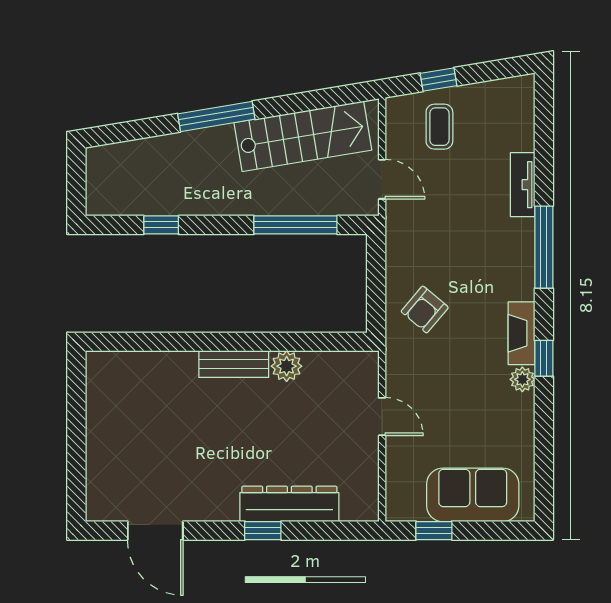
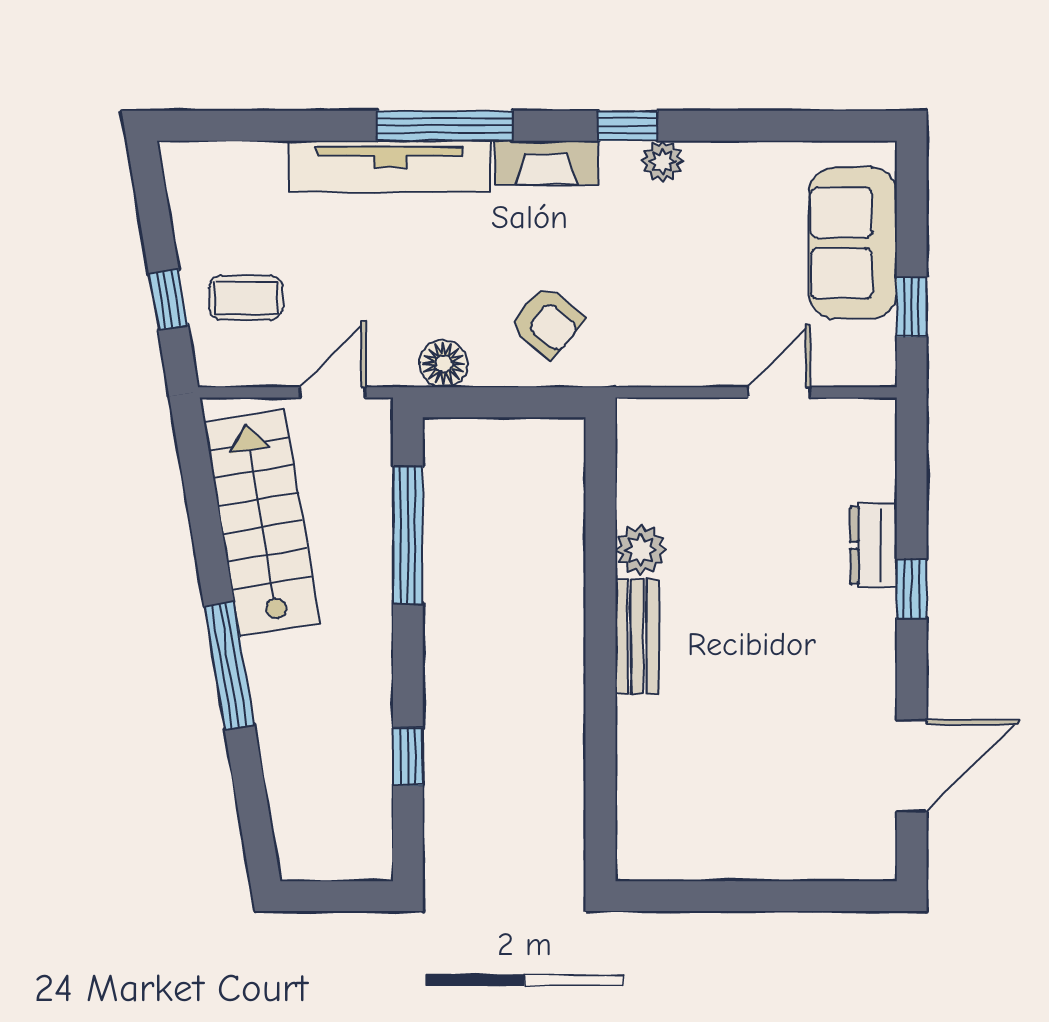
tv unit: (523, 185) -> (390, 166), width x1.92, depth x1.29
floor lamp: (399, 247) -> (444, 364), added
fireplace: (521, 333) -> (546, 163), moved
door: (382, 417) -> (779, 392), moved
dresser: (289, 504) -> (873, 545), width x0.51, depth x0.80

